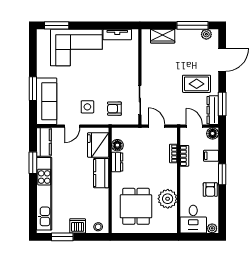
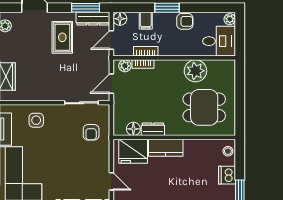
side table: (87, 107) -> (36, 120), moved
plant: (172, 138) -> (125, 66), added

